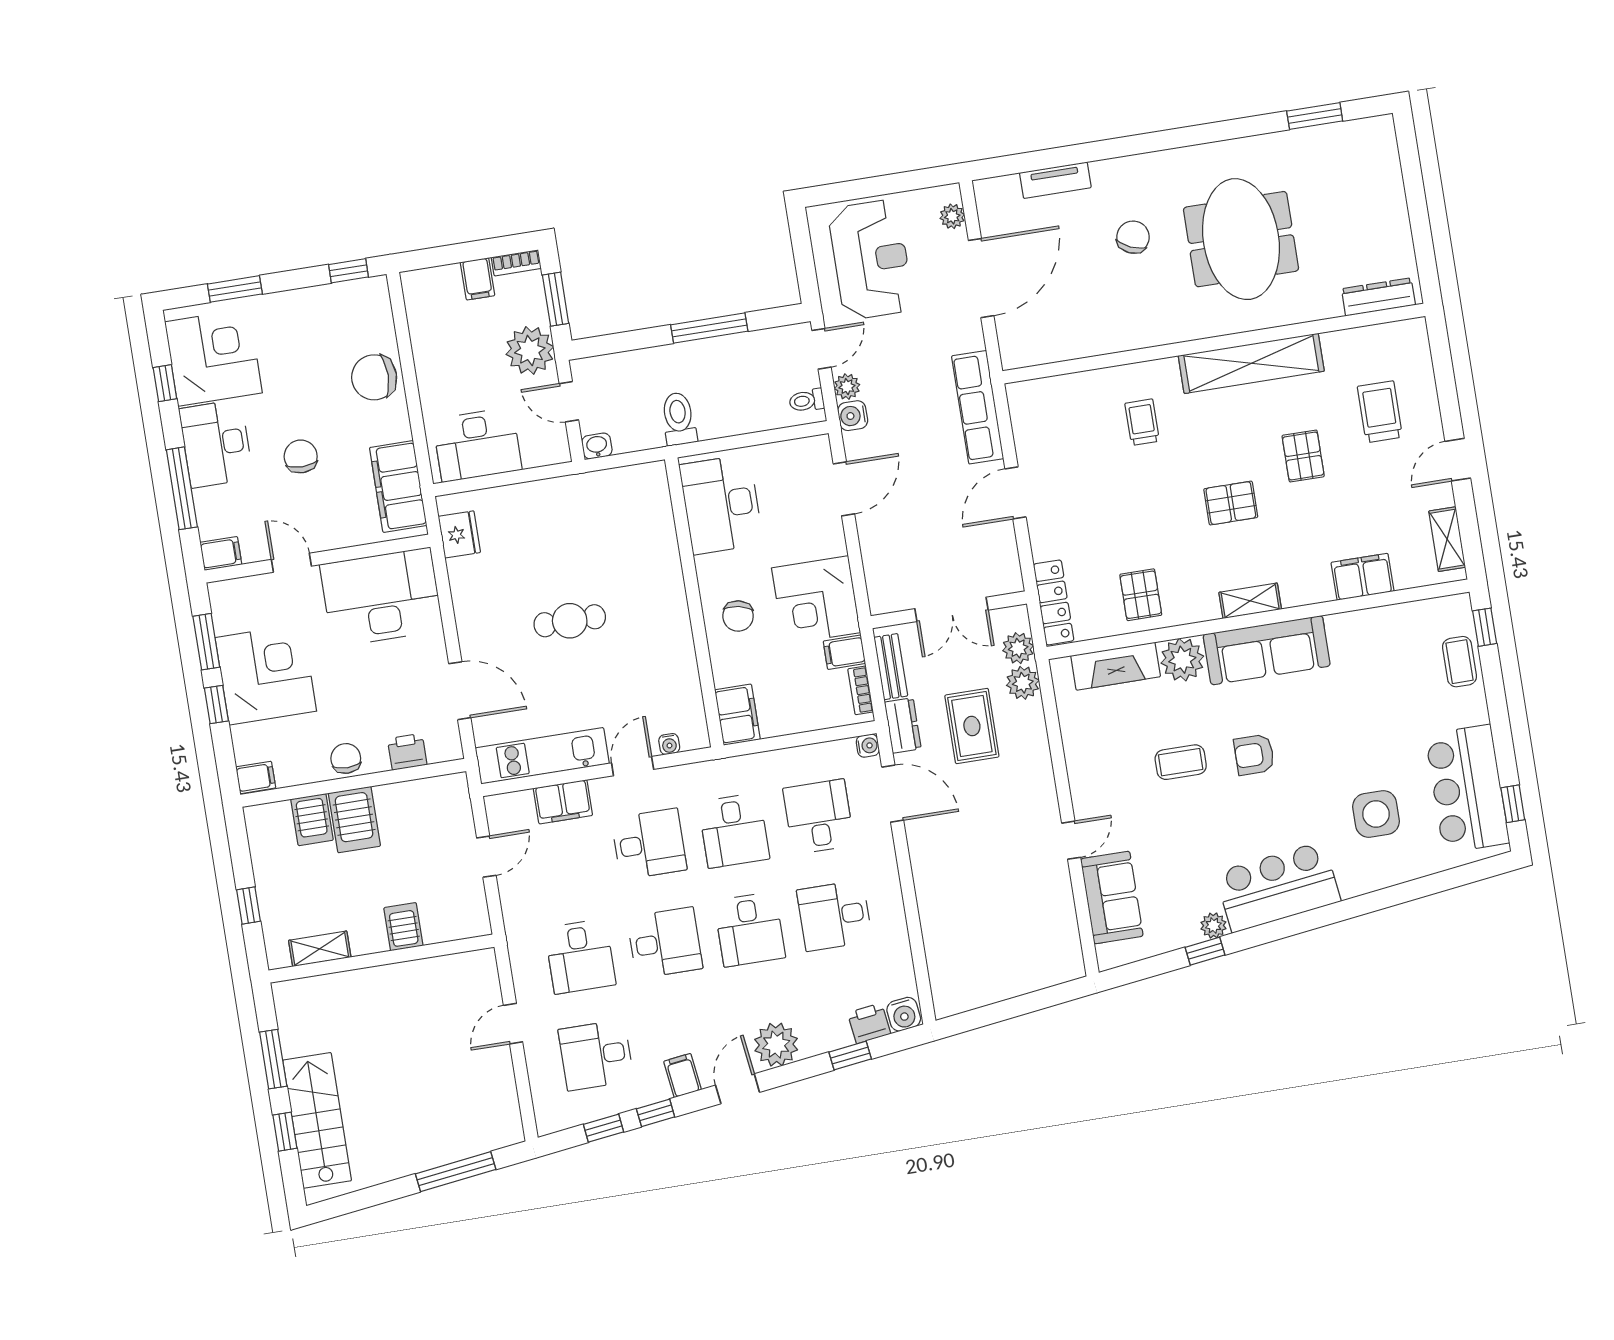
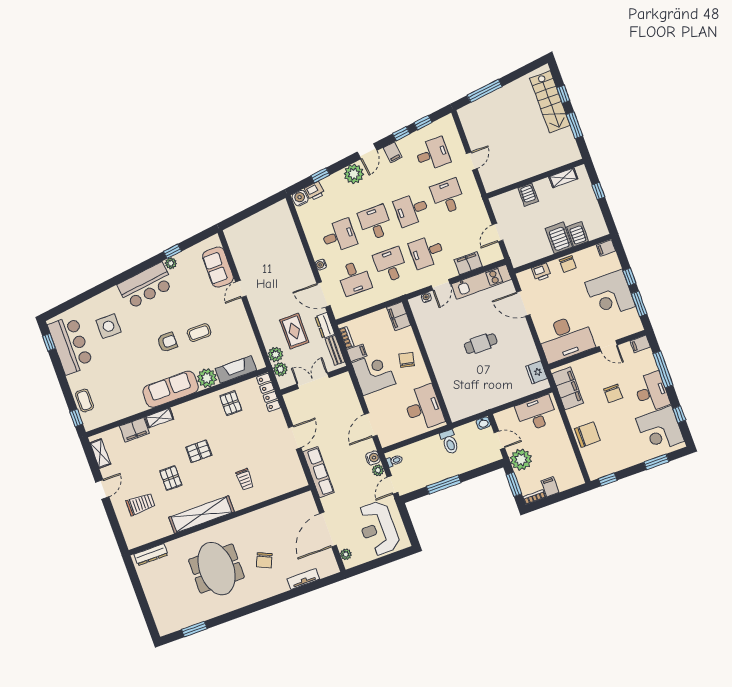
trolley: (1380, 412) -> (141, 504), turned -90
shelving: (1250, 601) -> (159, 418), moved
water cooler: (868, 746) -> (321, 265), moved

